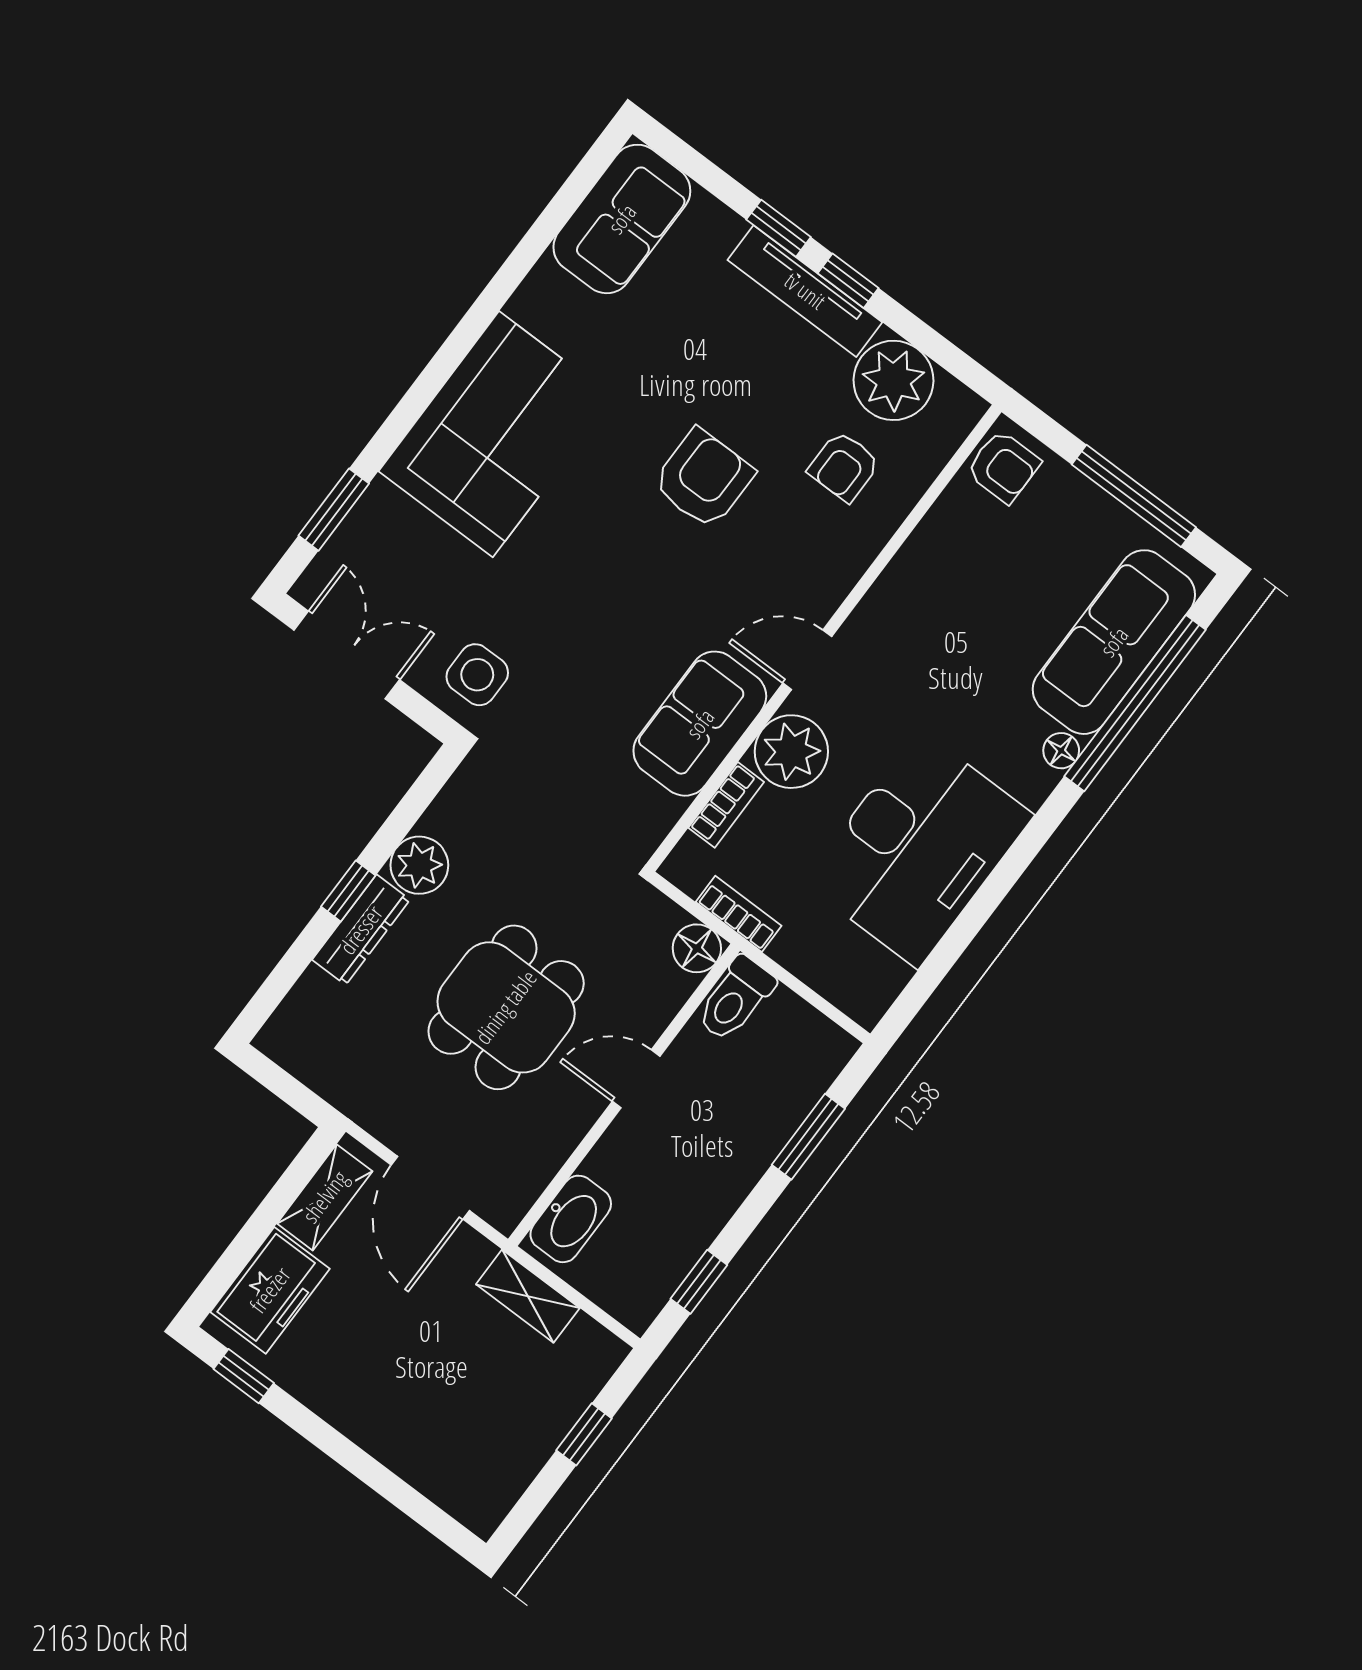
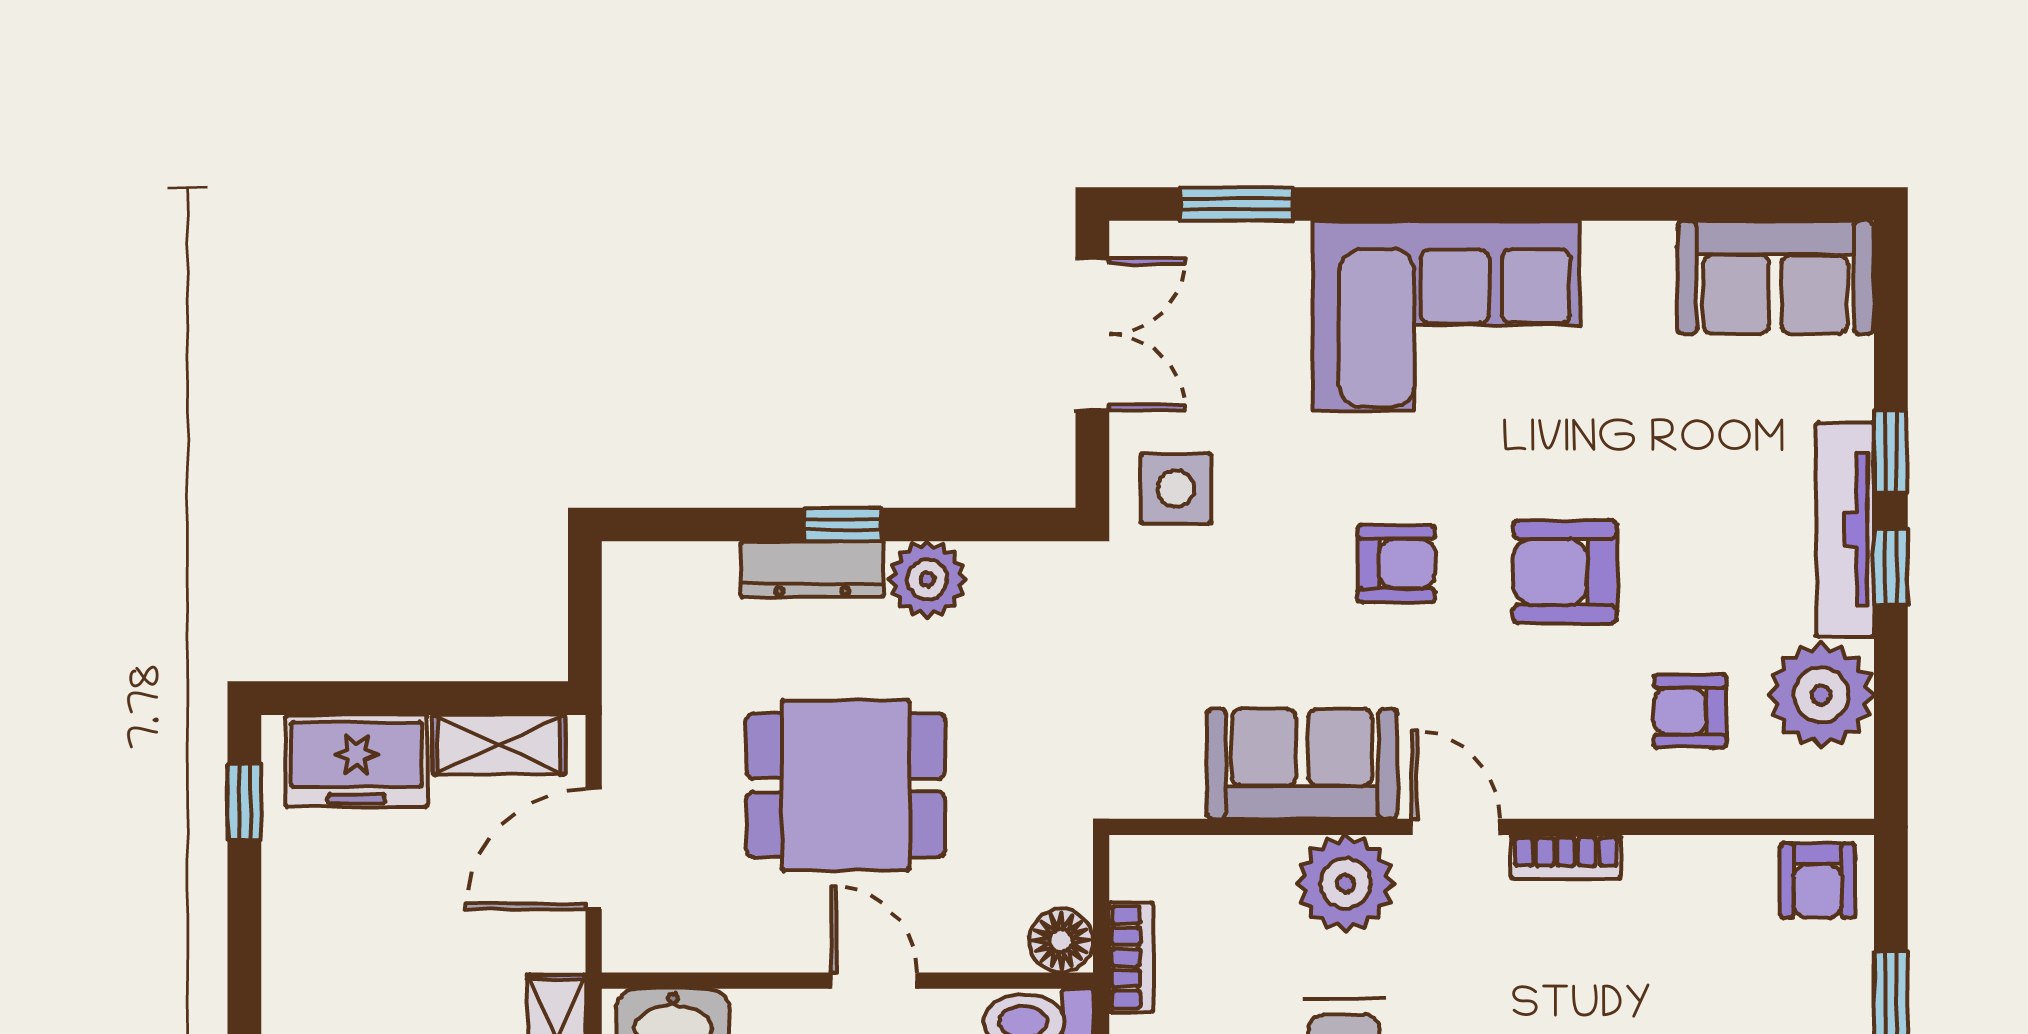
armchair: (703, 479) -> (1565, 572), turned 180
armchair: (622, 576) -> (1396, 564), added
bookcase: (726, 805) -> (1566, 857), moved

